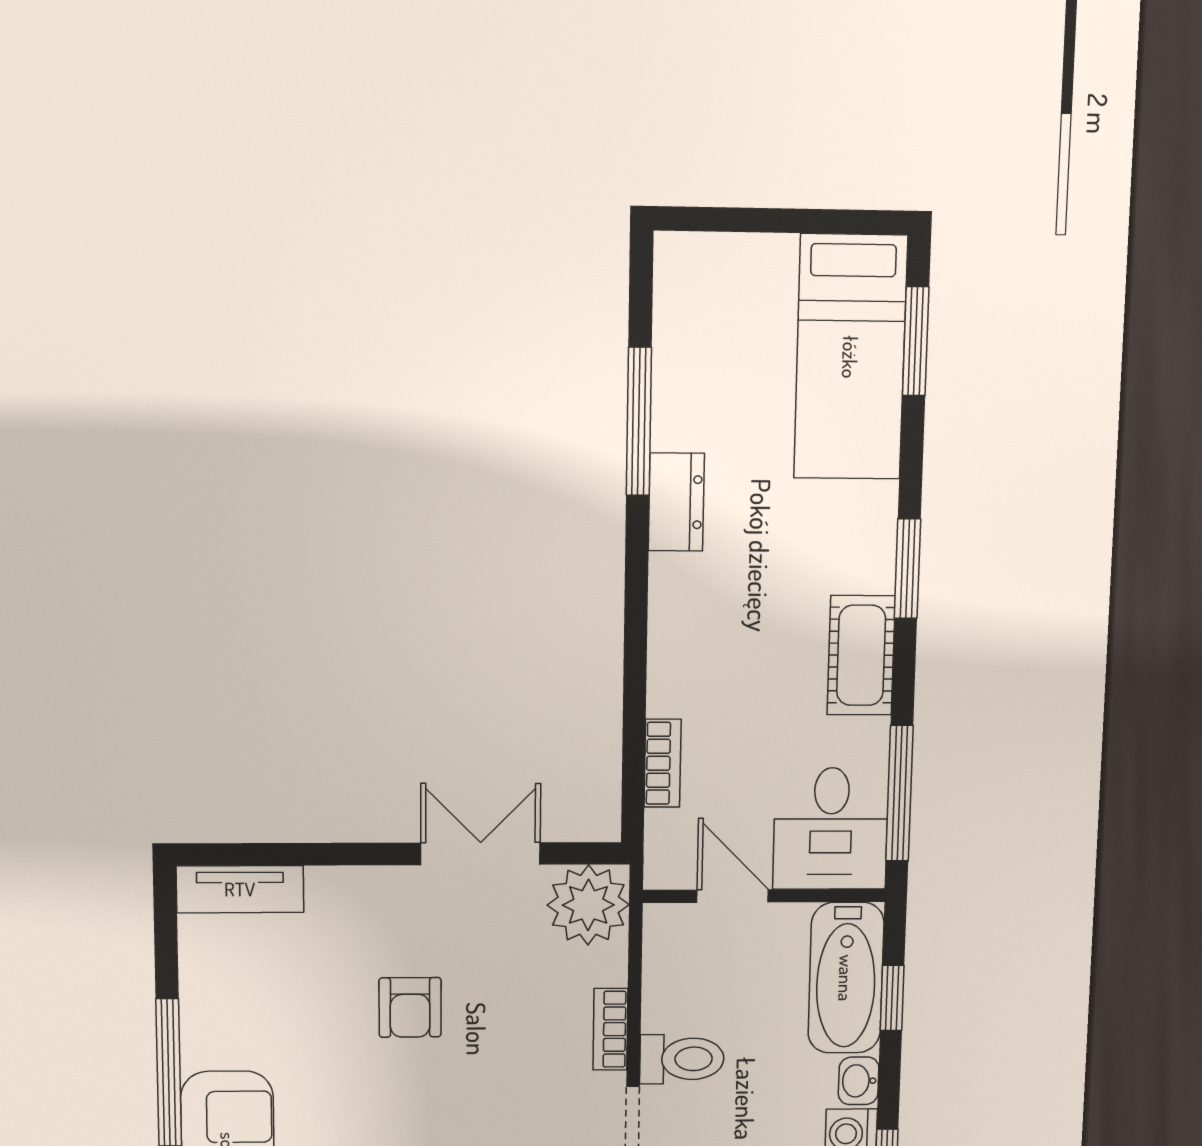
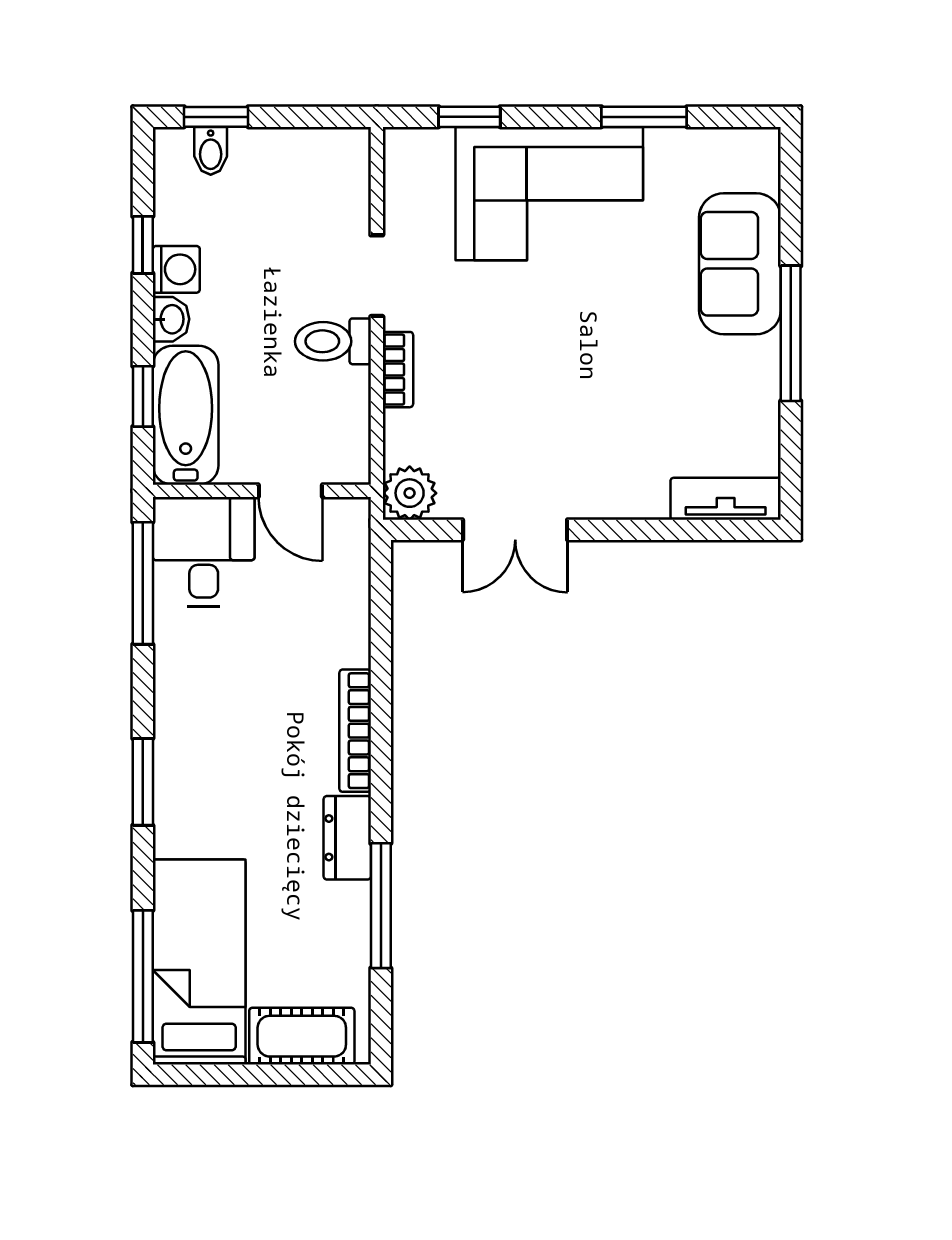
window: (916, 341) -> (143, 976), width x1.44
cot: (861, 655) -> (302, 1036), moved, turned 90
bookcase: (663, 763) -> (355, 731), moved, width x1.56
plant: (588, 905) -> (410, 493), width x0.73, depth x0.73
armchair: (410, 1007) -> (577, 391), removed

